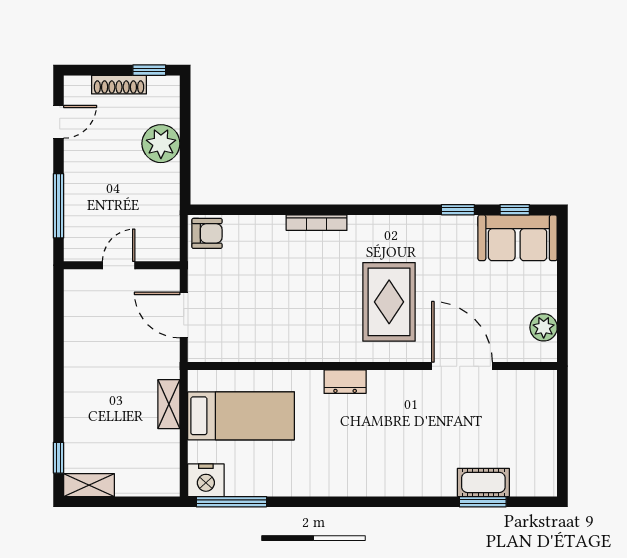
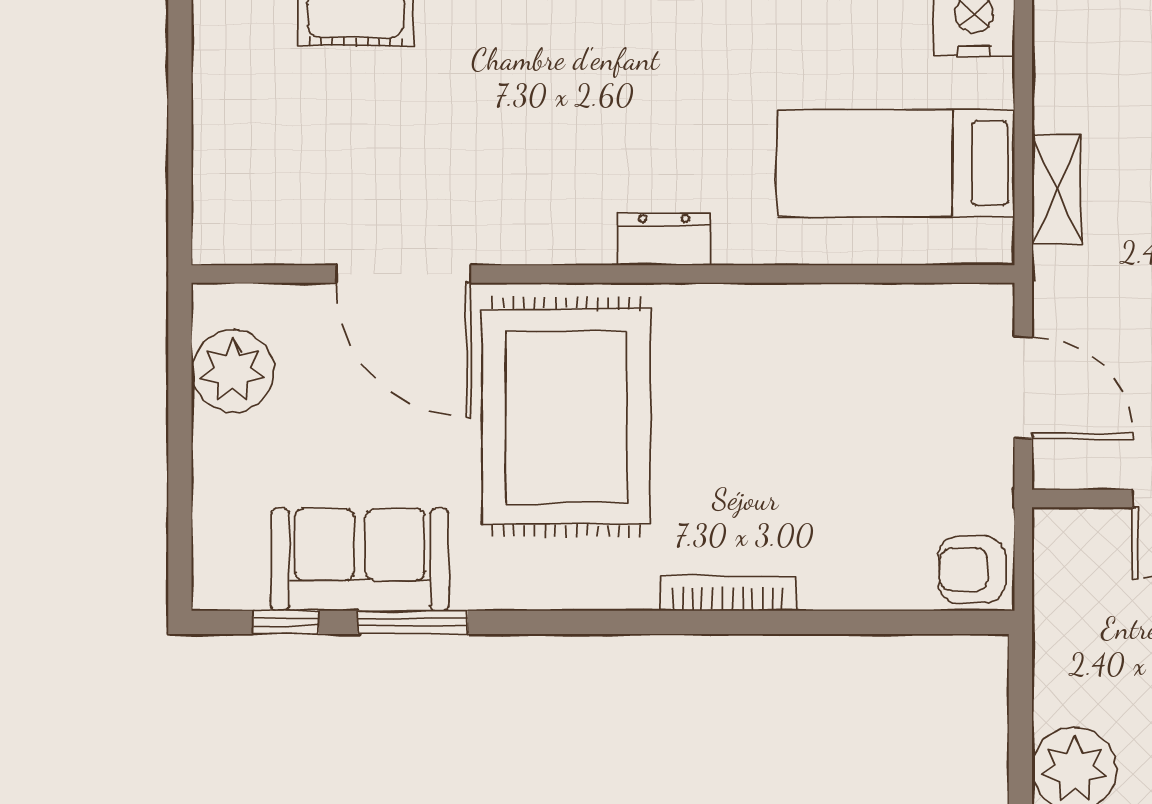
window: (458, 210) -> (413, 622), width x1.50
sofa: (518, 238) -> (360, 560), moved
rug: (389, 302) -> (566, 417), width x1.37, depth x1.44
plant: (544, 327) -> (233, 371), width x1.36, depth x1.36

